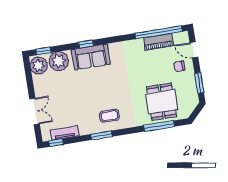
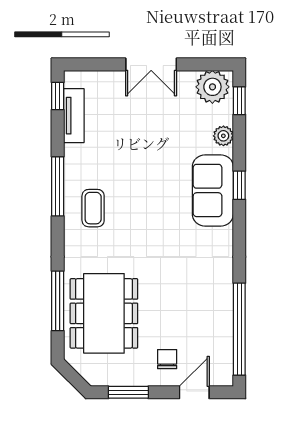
piano: (159, 42) -> (221, 326), removed
plant: (59, 61) -> (223, 136), width x0.53, depth x0.53
dining table: (162, 102) -> (104, 313), width x1.38
double door: (35, 111) -> (151, 64), moved
window: (101, 135) -> (58, 186), width x1.44

